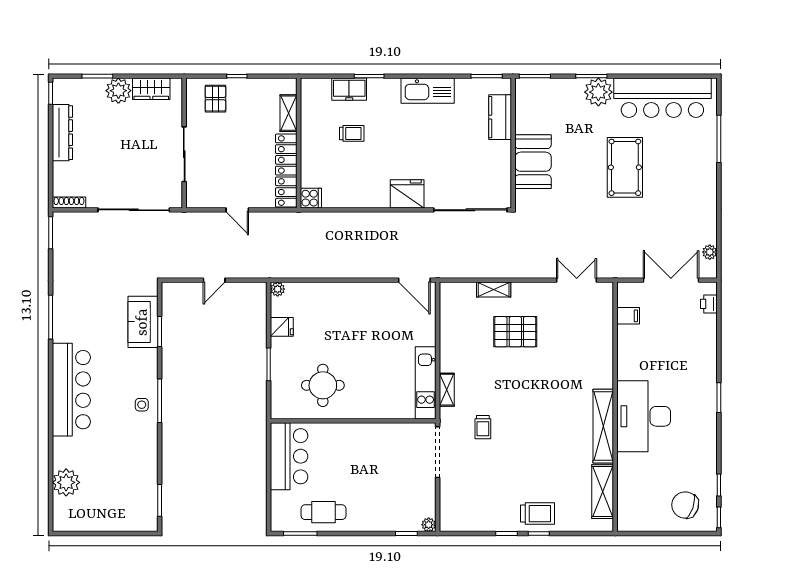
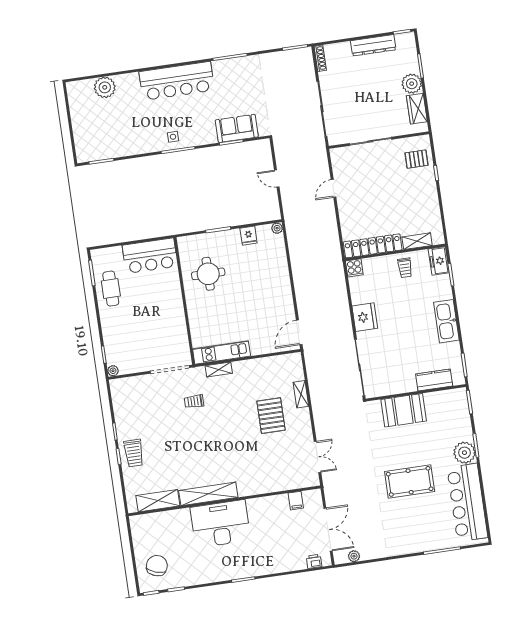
shelving: (288, 113) -> (417, 241), moved
wall: (299, 143) -> (395, 252), moved
locker: (286, 171) -> (373, 246), moved
cooker: (311, 198) -> (354, 268), moved

